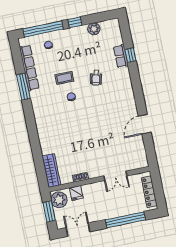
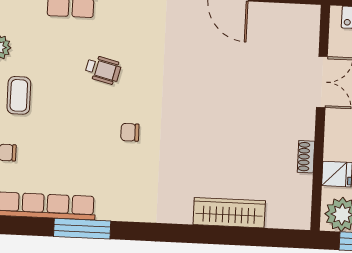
coffee table: (64, 78) -> (19, 95), moved
wardrobe: (51, 170) -> (229, 213), moved

